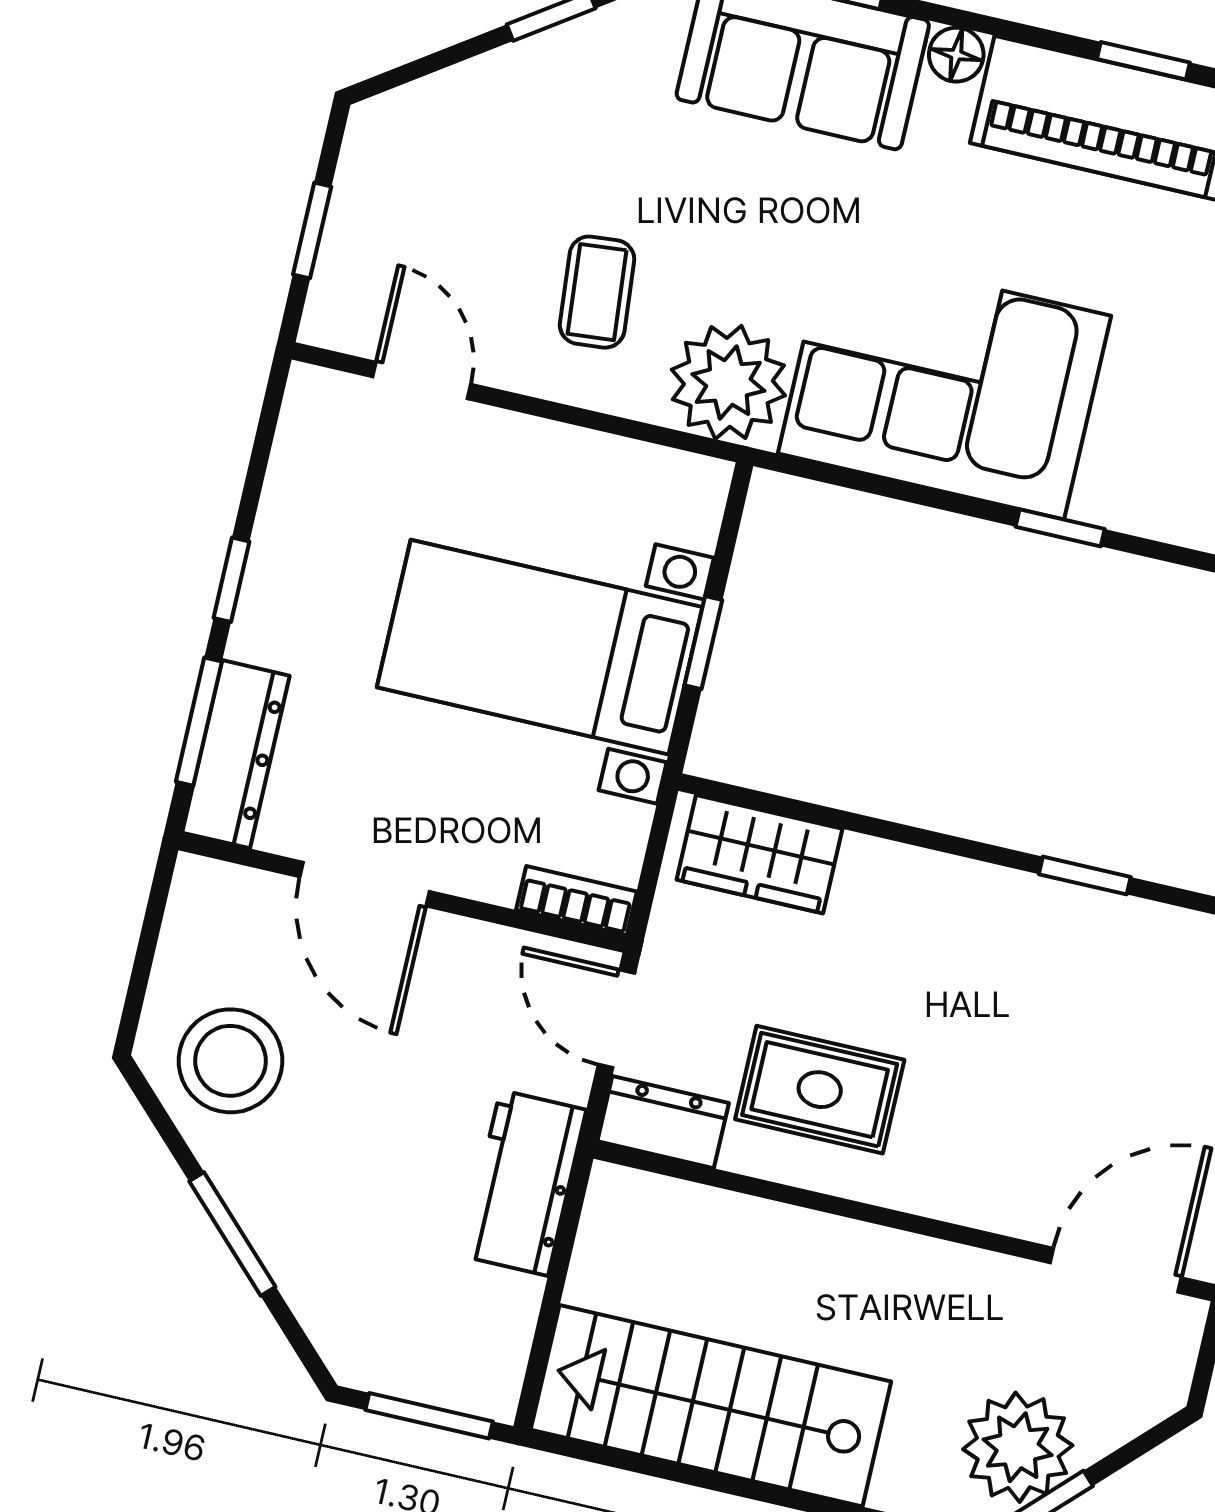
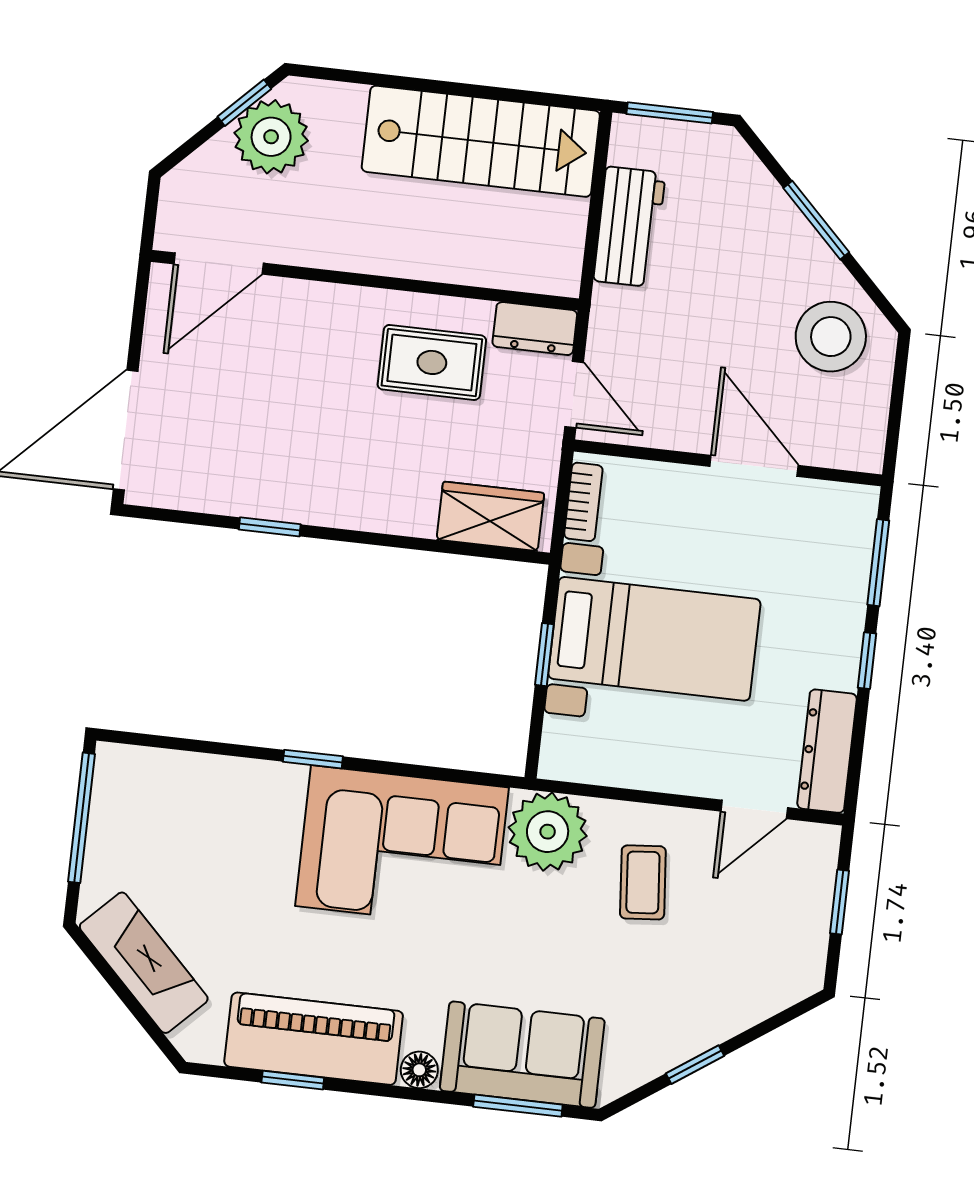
door: (422, 381) -> (754, 809), hinge flipped
dresser: (236, 754) -> (827, 751), moved
bookcase: (576, 901) -> (583, 502), moved, turned -90
workbench: (524, 1183) -> (629, 227), moved

